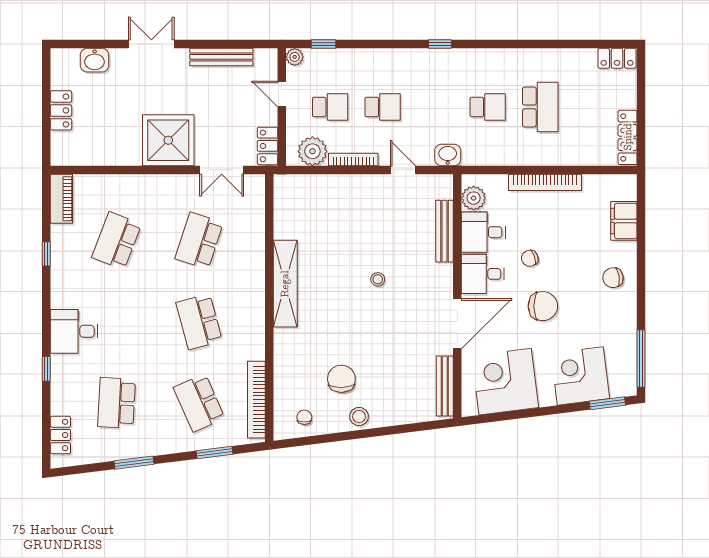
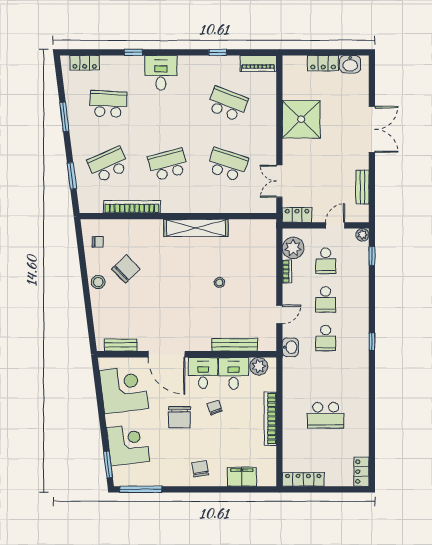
double door: (151, 44) -> (372, 129), width x1.37
bench: (221, 57) -> (362, 187), width x0.73
washbasin: (95, 60) -> (350, 64), moved, turned -90
school desk: (488, 107) -> (326, 338), moved
shower: (168, 140) -> (301, 119), moved
bookcase: (353, 160) -> (287, 271), width x0.64
stool: (378, 279) -> (219, 282), moved
chair: (341, 379) -> (126, 269), turned -42
bench: (445, 386) -> (121, 345), width x0.73
bookcase: (256, 400) -> (132, 207), moved

